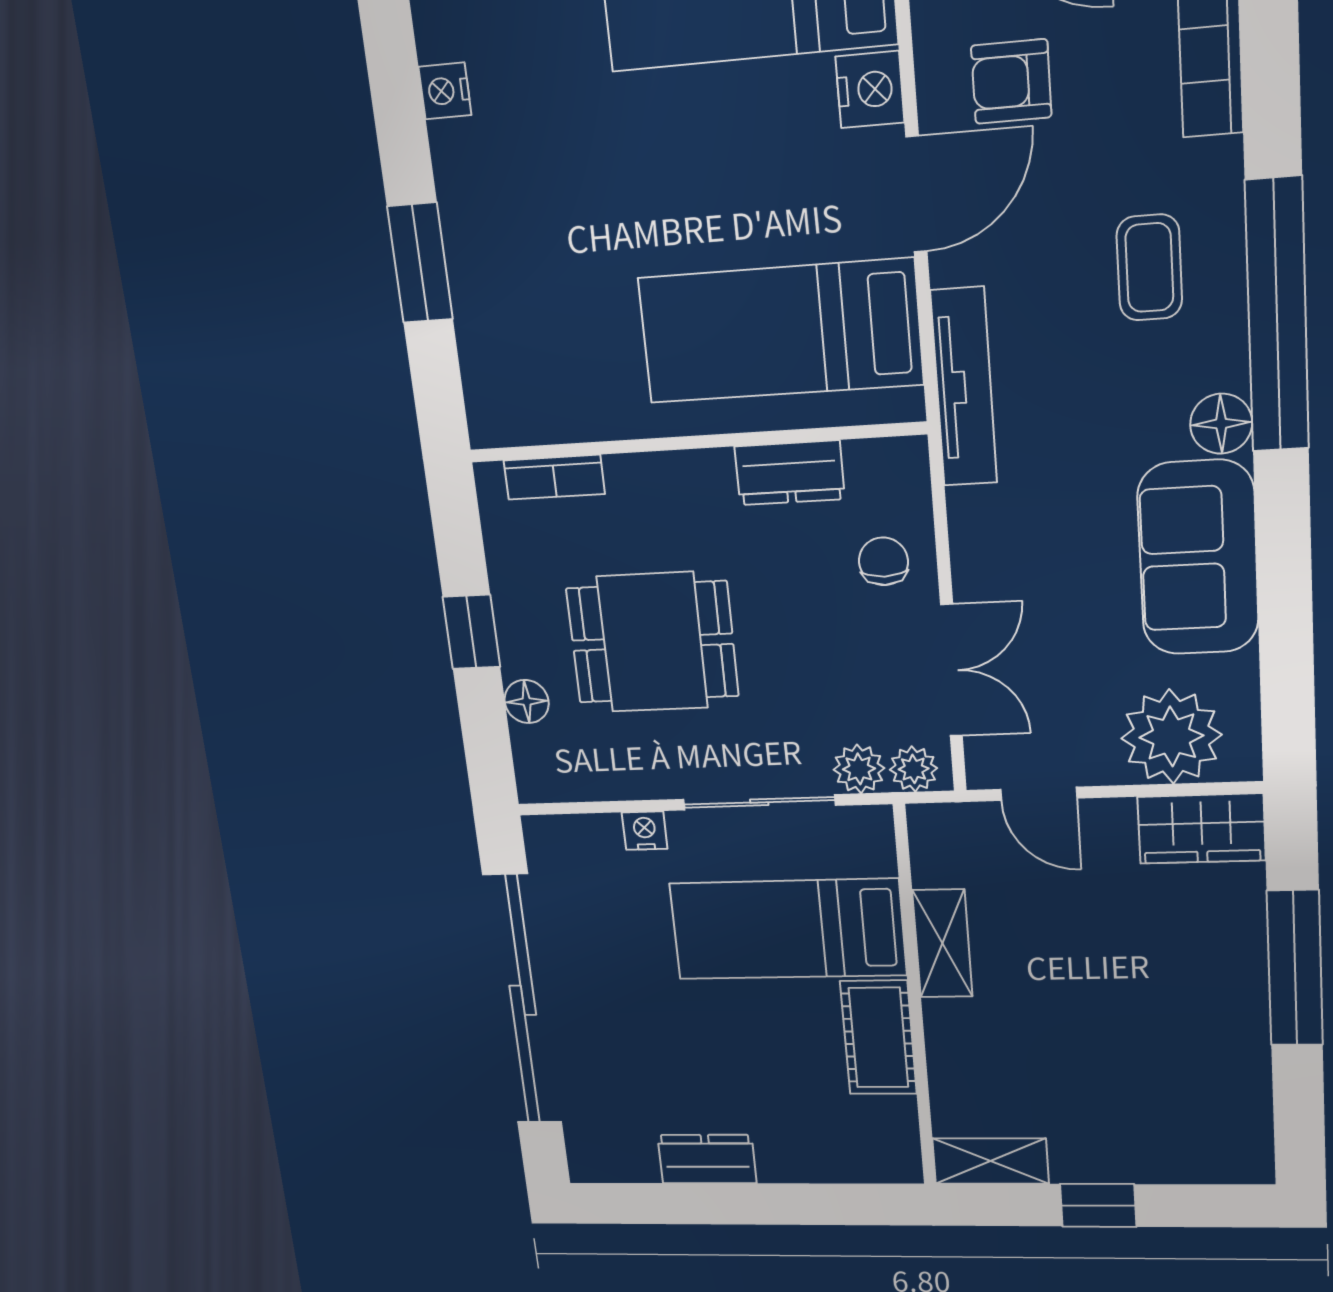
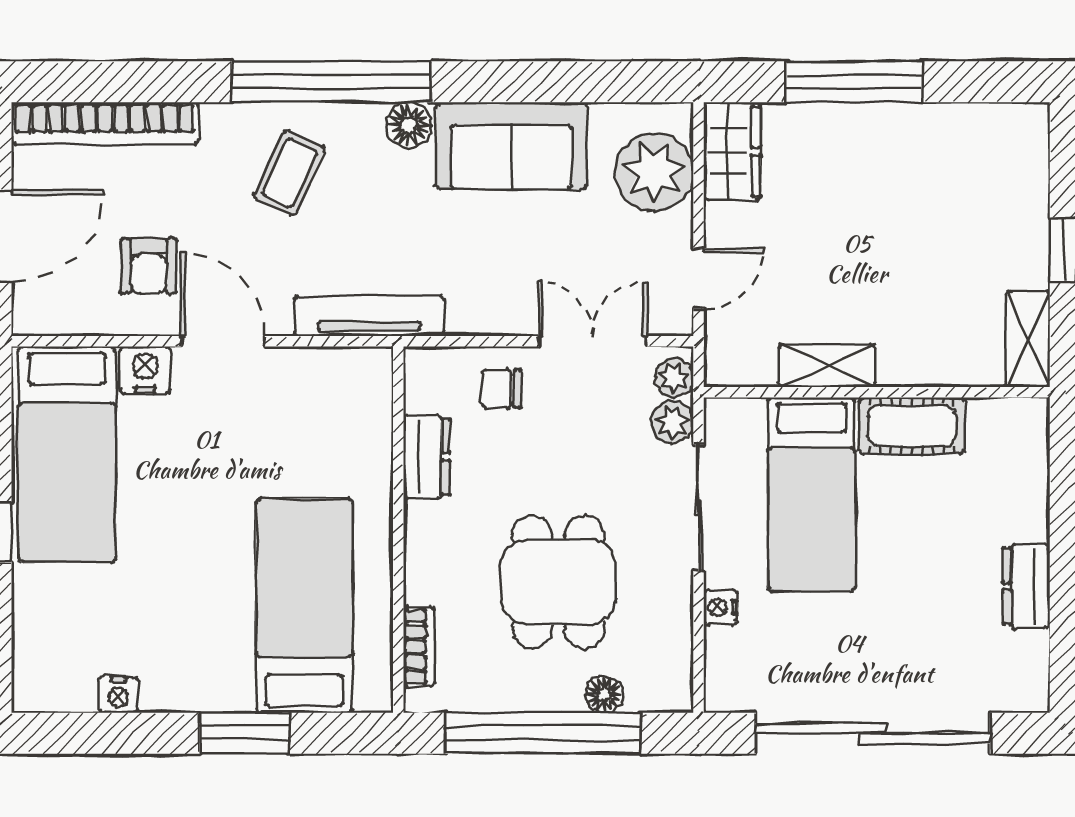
coffee table: (1149, 268) -> (289, 173), turned -65
bed: (780, 331) -> (304, 606), moved, turned 180
window: (471, 632) -> (543, 733), width x3.17

